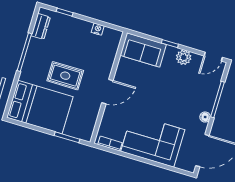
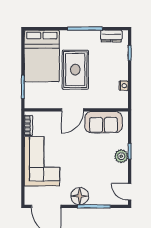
sofa: (143, 50) -> (103, 122), moved, turned -90
plant: (184, 57) -> (121, 156), moved
rug: (65, 76) -> (75, 70), width x1.36, depth x1.43
door: (107, 92) -> (72, 110), hinge flipped
floor lamp: (205, 117) -> (80, 196), width x1.89, depth x1.89

